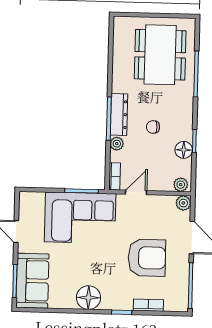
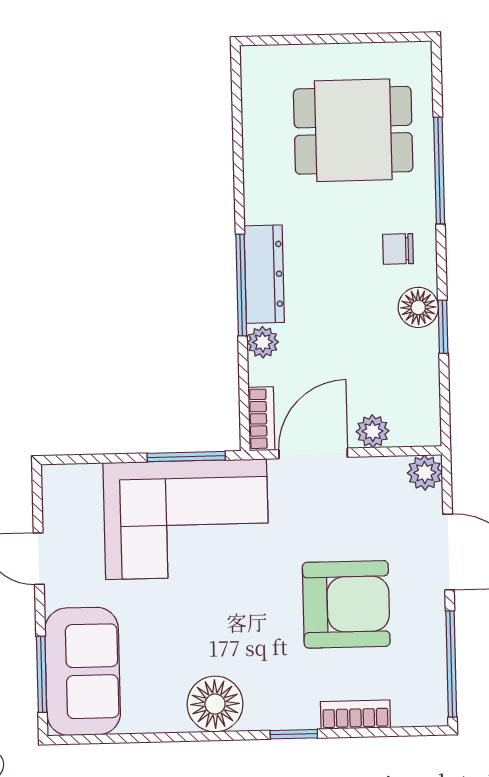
dining table: (160, 55) -> (353, 130), width x0.73
chair: (153, 127) -> (398, 249), moved
floor lamp: (184, 150) -> (418, 307), moved
plant: (181, 185) -> (373, 431), moved
door: (136, 192) -> (313, 453), width x1.38

